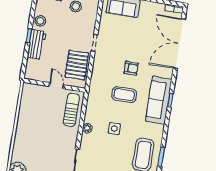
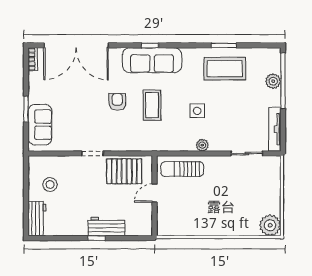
stool: (40, 21) -> (76, 227), removed

